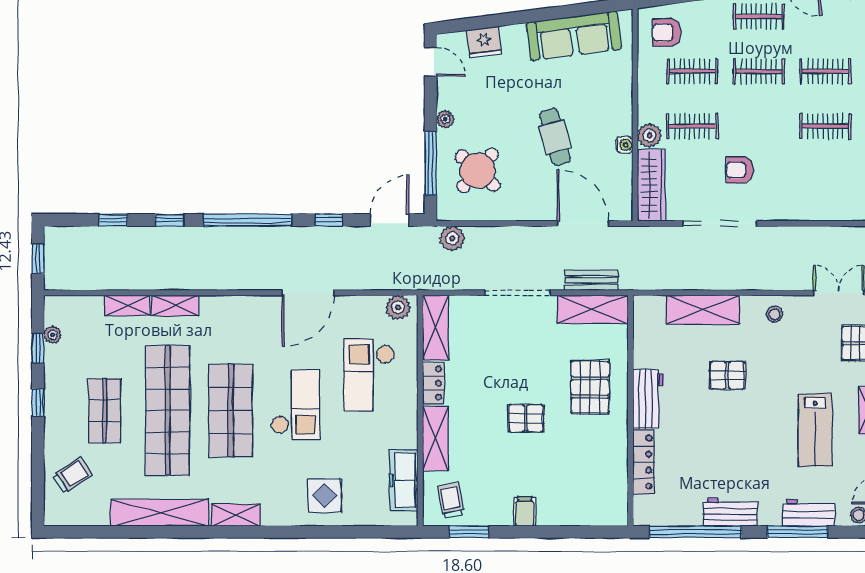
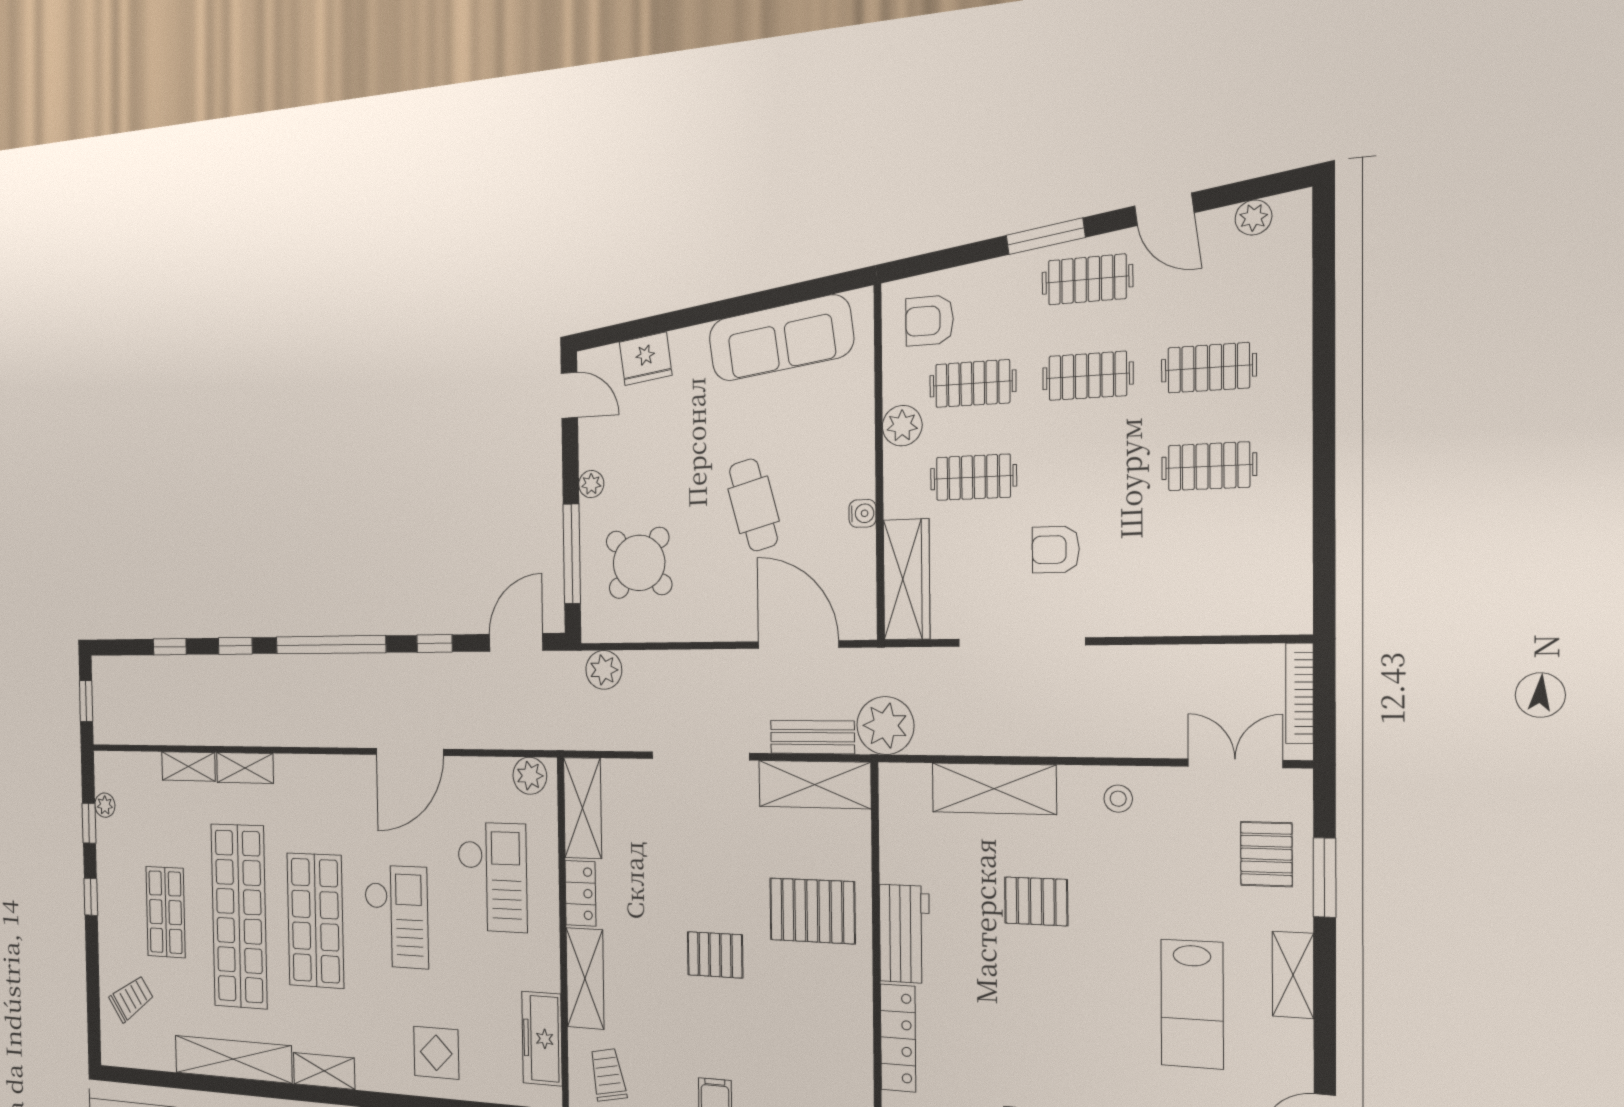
plant: (649, 135) -> (902, 426), moved
plant: (637, 273) -> (885, 726), added
checkout: (369, 375) -> (492, 877), turned 180
pallet: (590, 387) -> (812, 911), turned 90

